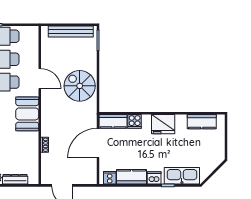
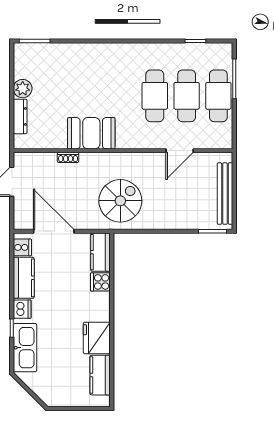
door: (40, 79) -> (180, 151), moved
spiral stairs: (80, 86) -> (120, 201), moved
booth: (27, 114) -> (91, 133), moved
fridge: (163, 124) -> (97, 338), moved
door: (98, 143) -> (54, 231), moved

